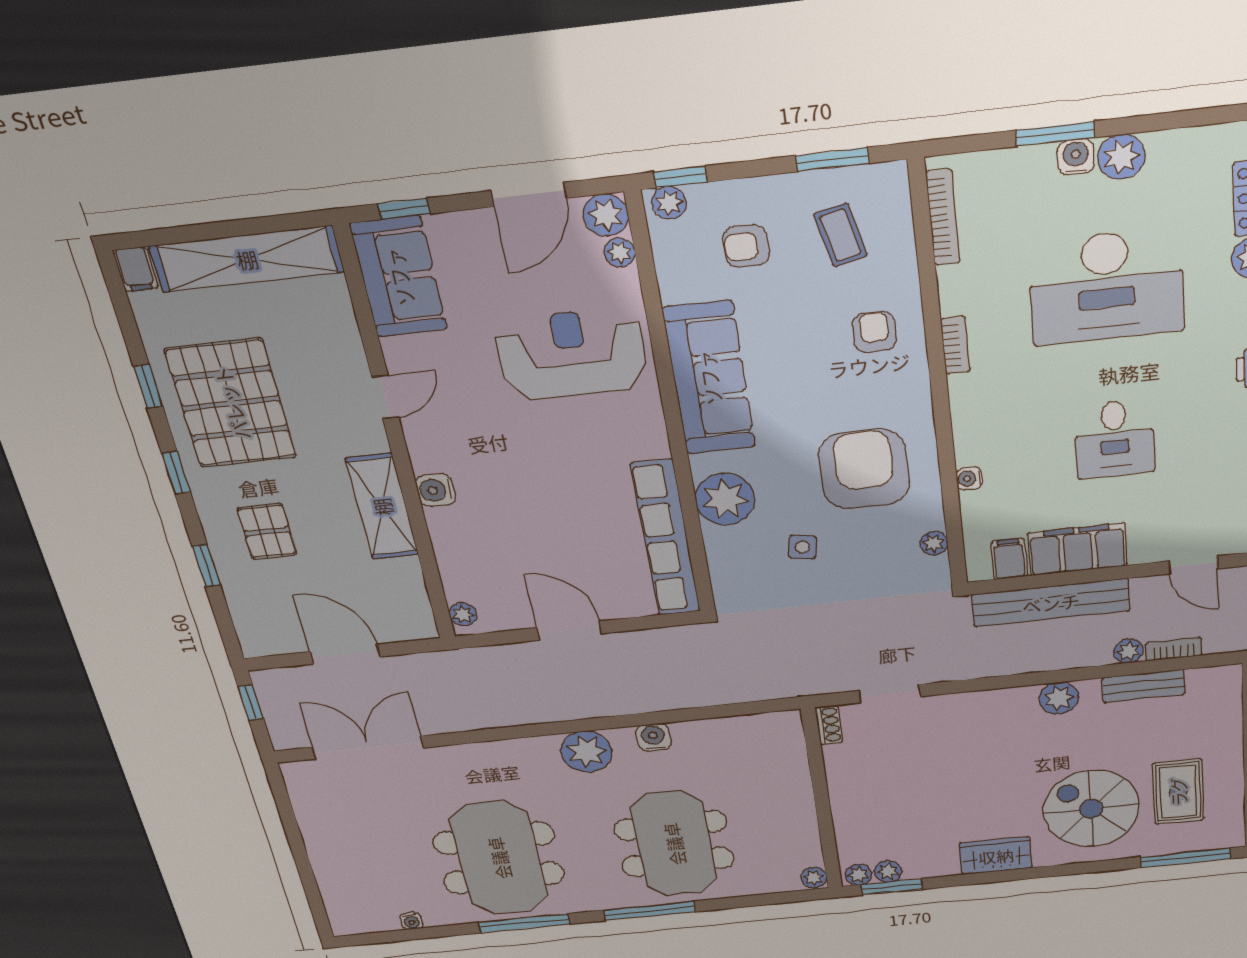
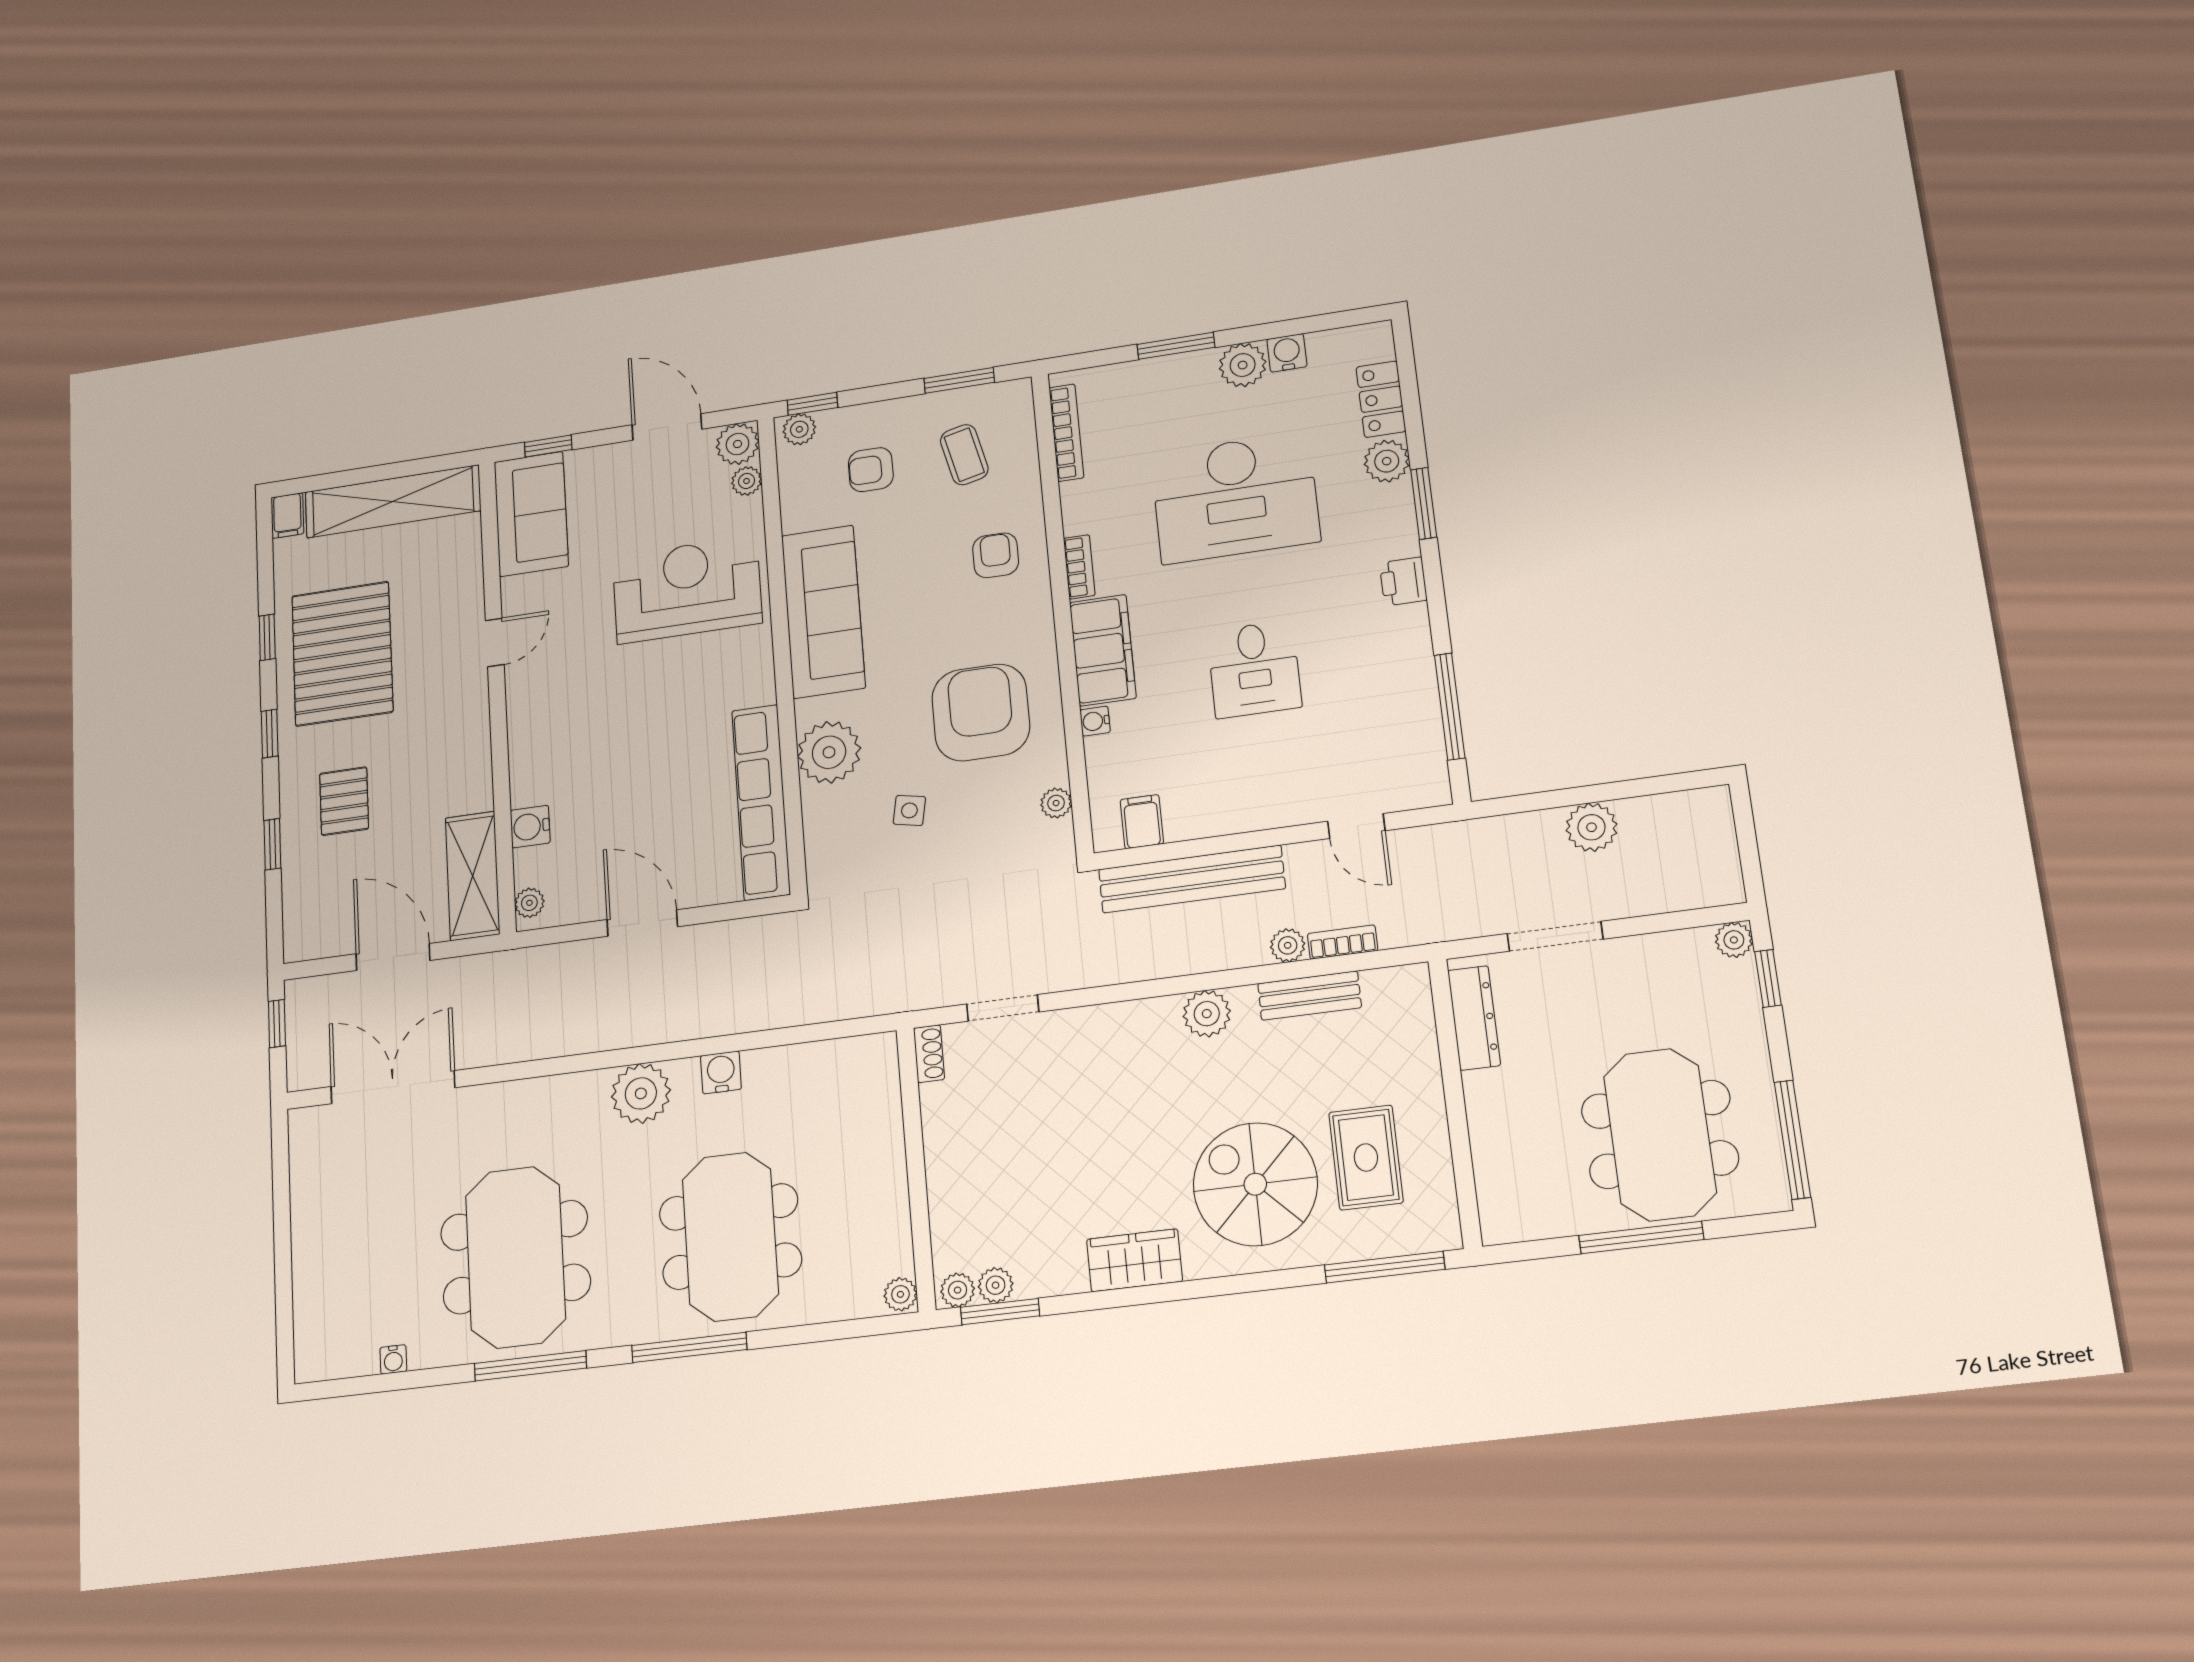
water cooler: (1076, 157) -> (1287, 353), moved
door: (529, 194) -> (667, 427), swing flipped
water cooler: (436, 490) -> (530, 827), moved
shelving: (382, 507) -> (473, 876), moved
filing cabinet: (1078, 549) -> (1103, 650), moved, turned 90

